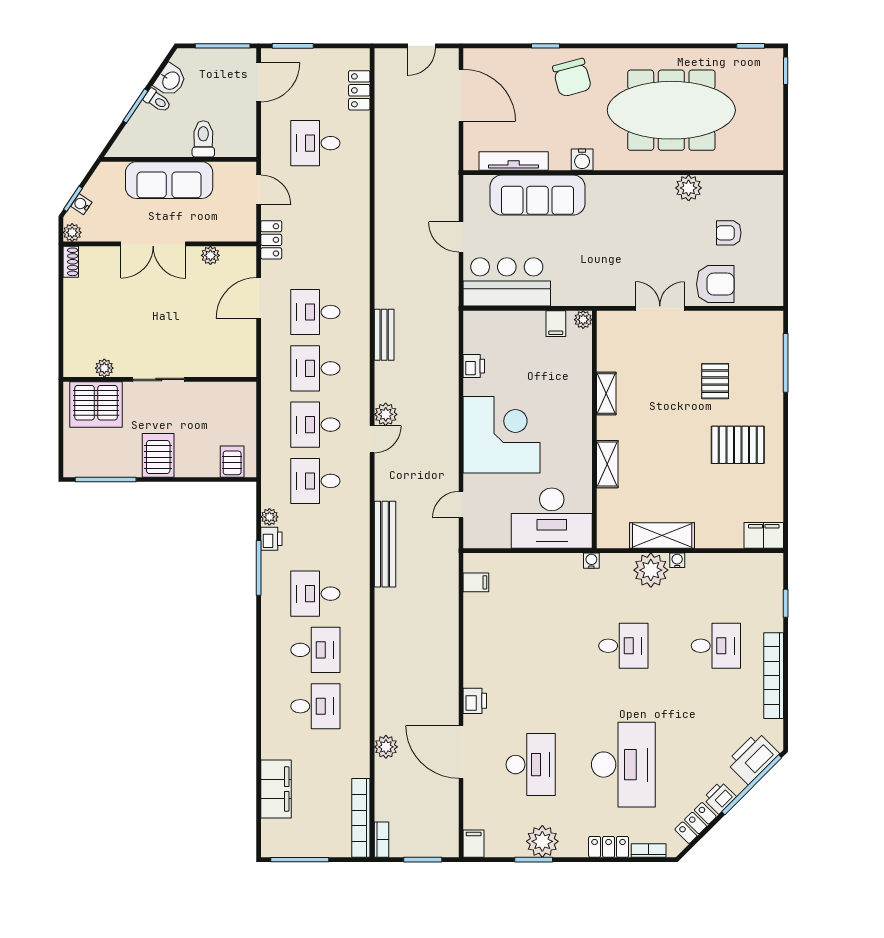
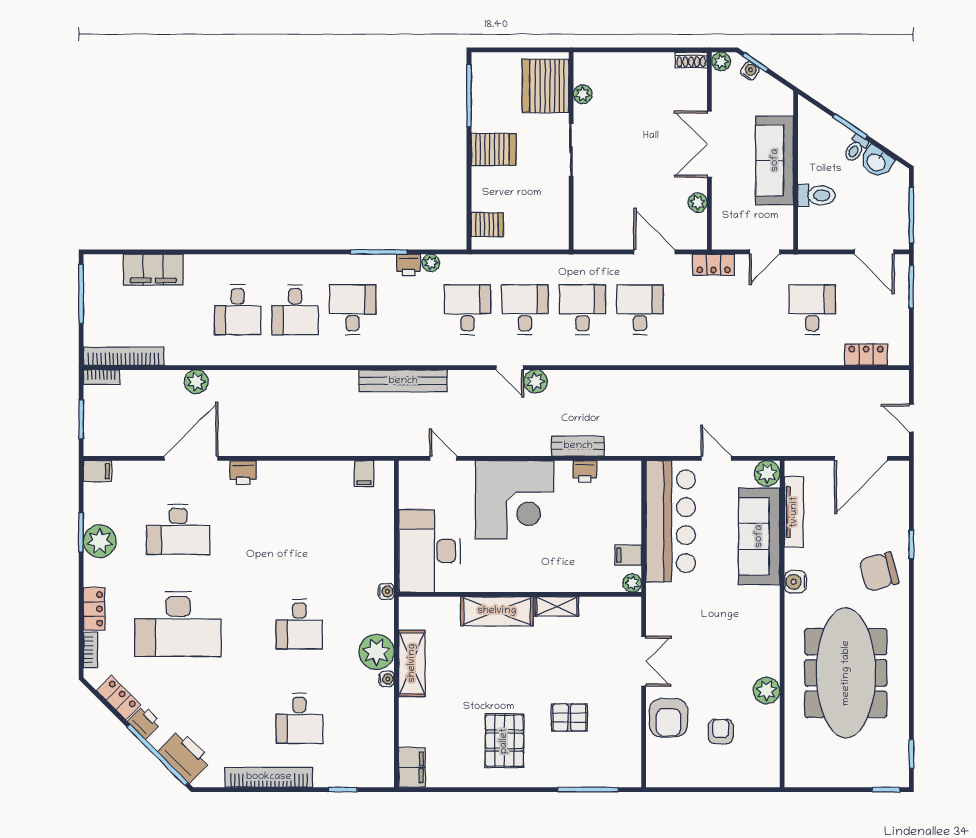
plant: (476, 187) -> (767, 473), added
door: (461, 237) -> (716, 458), hinge flipped
bar counter: (507, 282) -> (671, 521), width x1.36
bench: (384, 335) -> (578, 446), moved
shelving: (607, 464) -> (497, 611), width x1.50, depth x1.33

